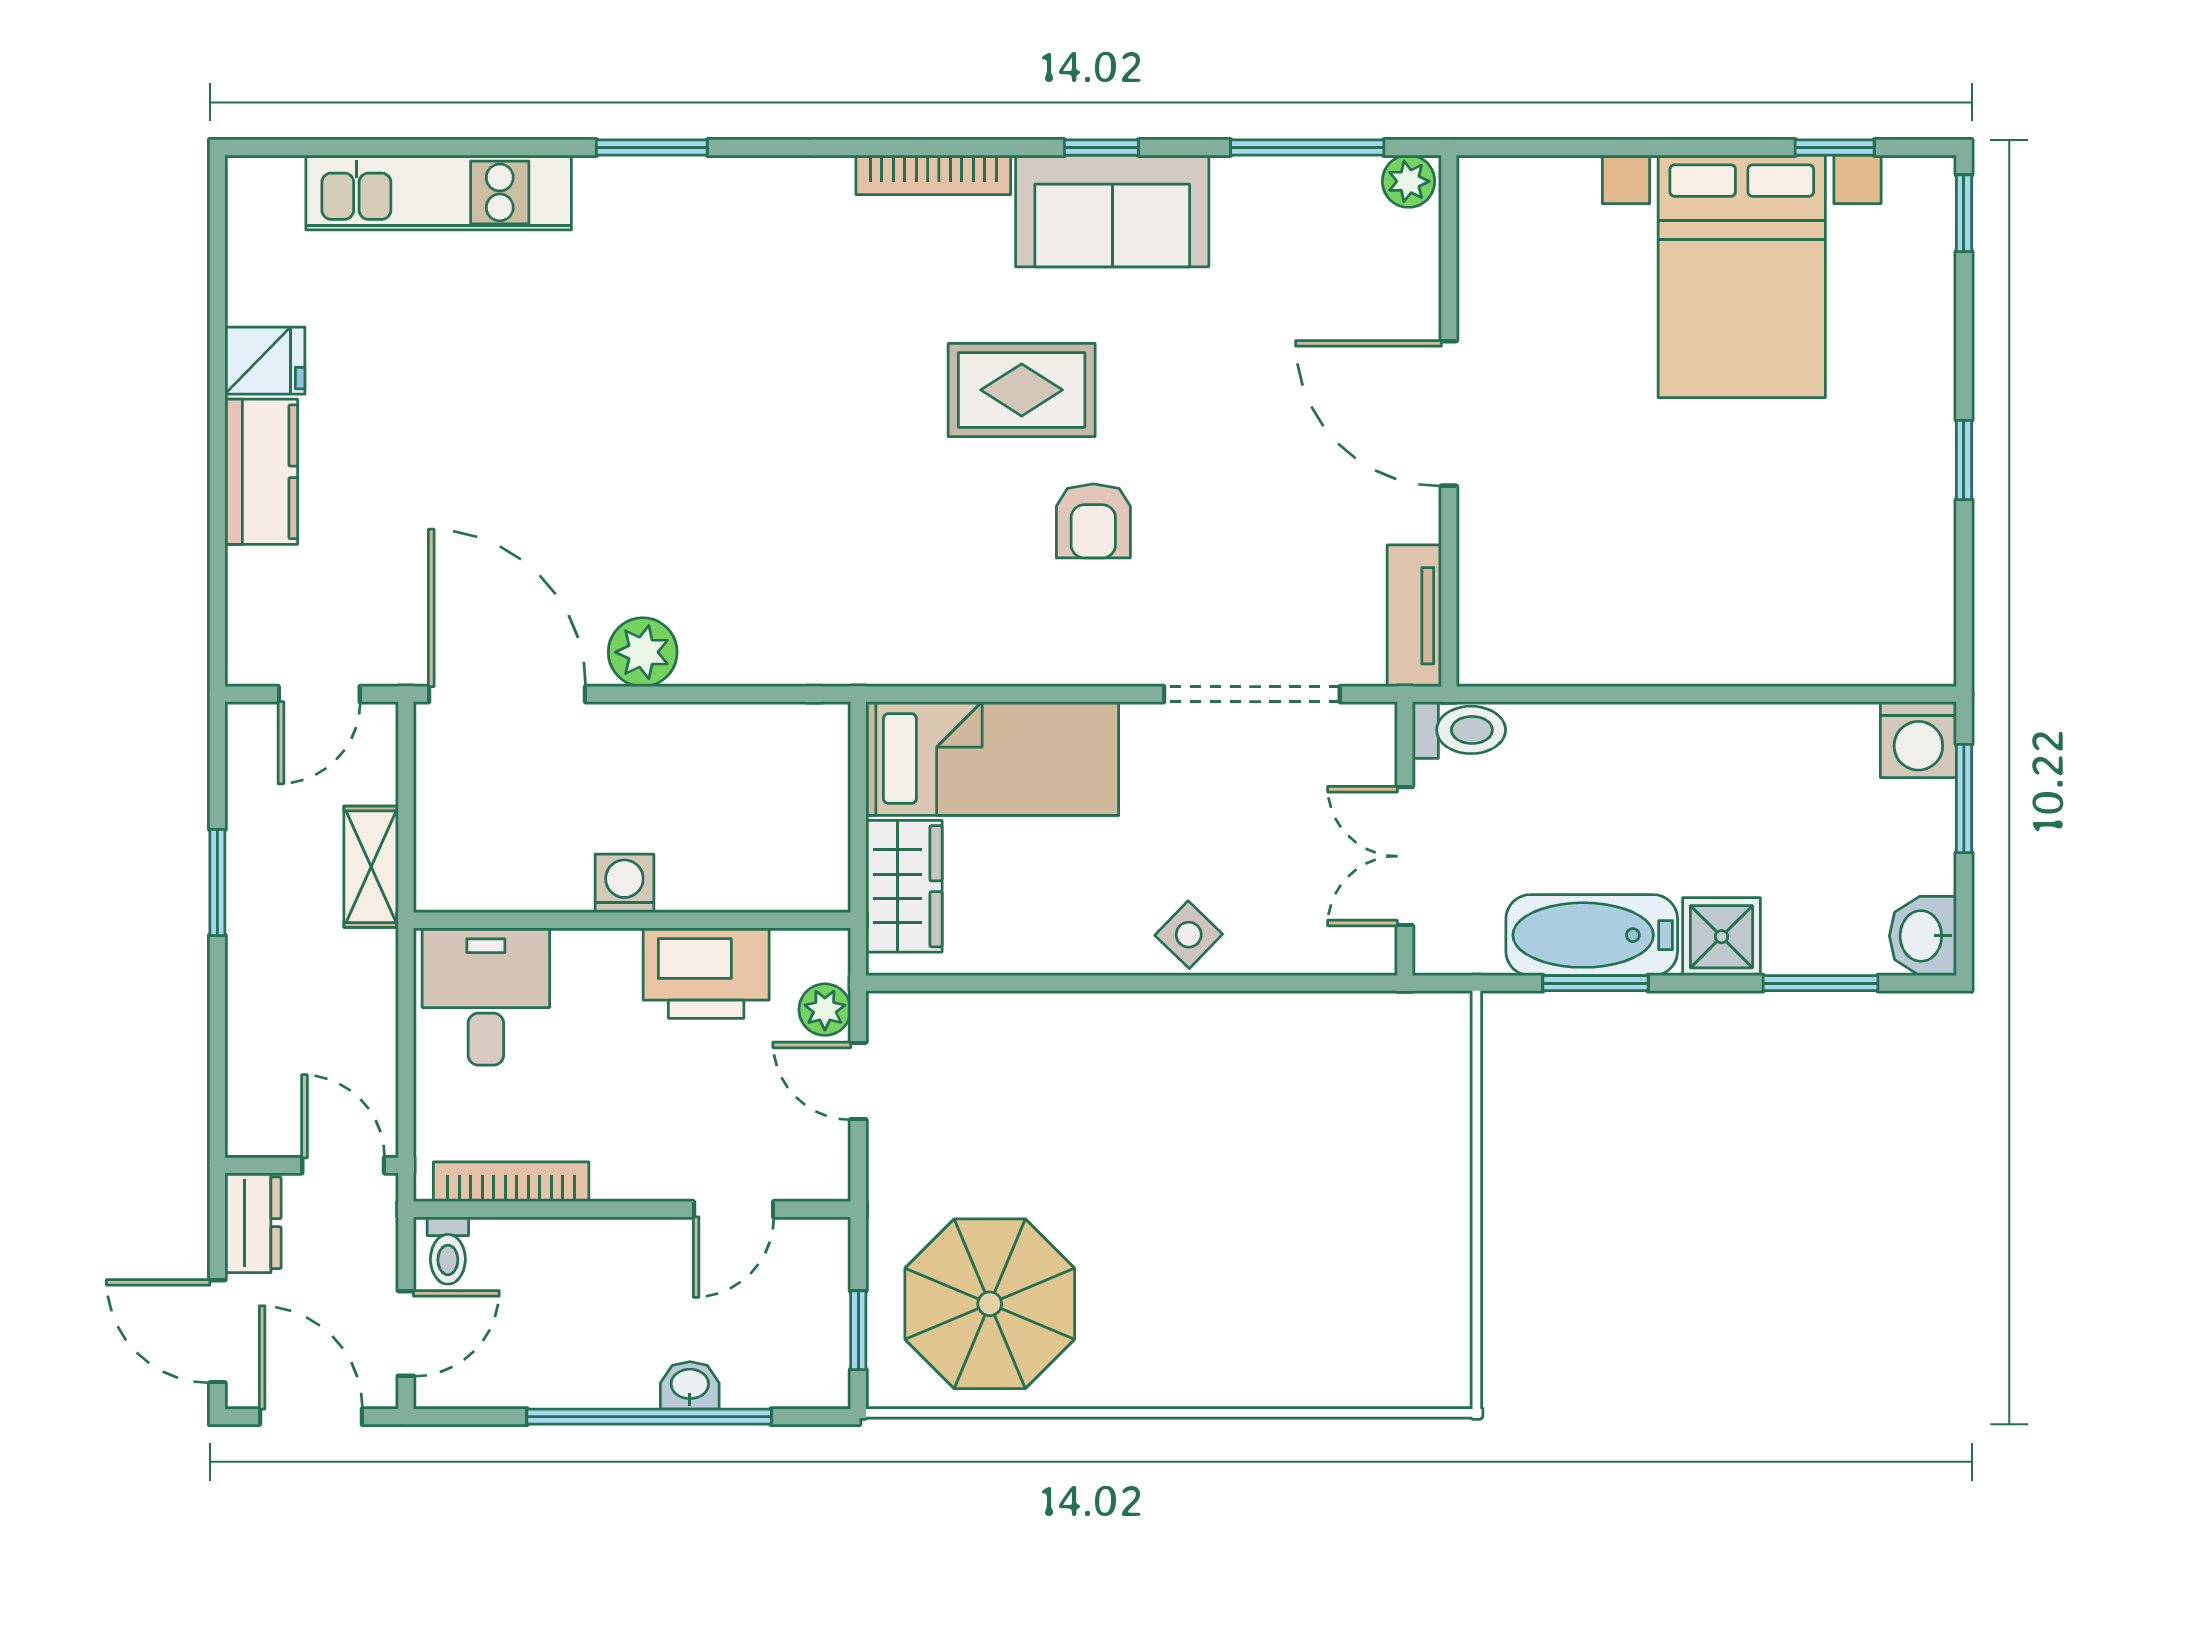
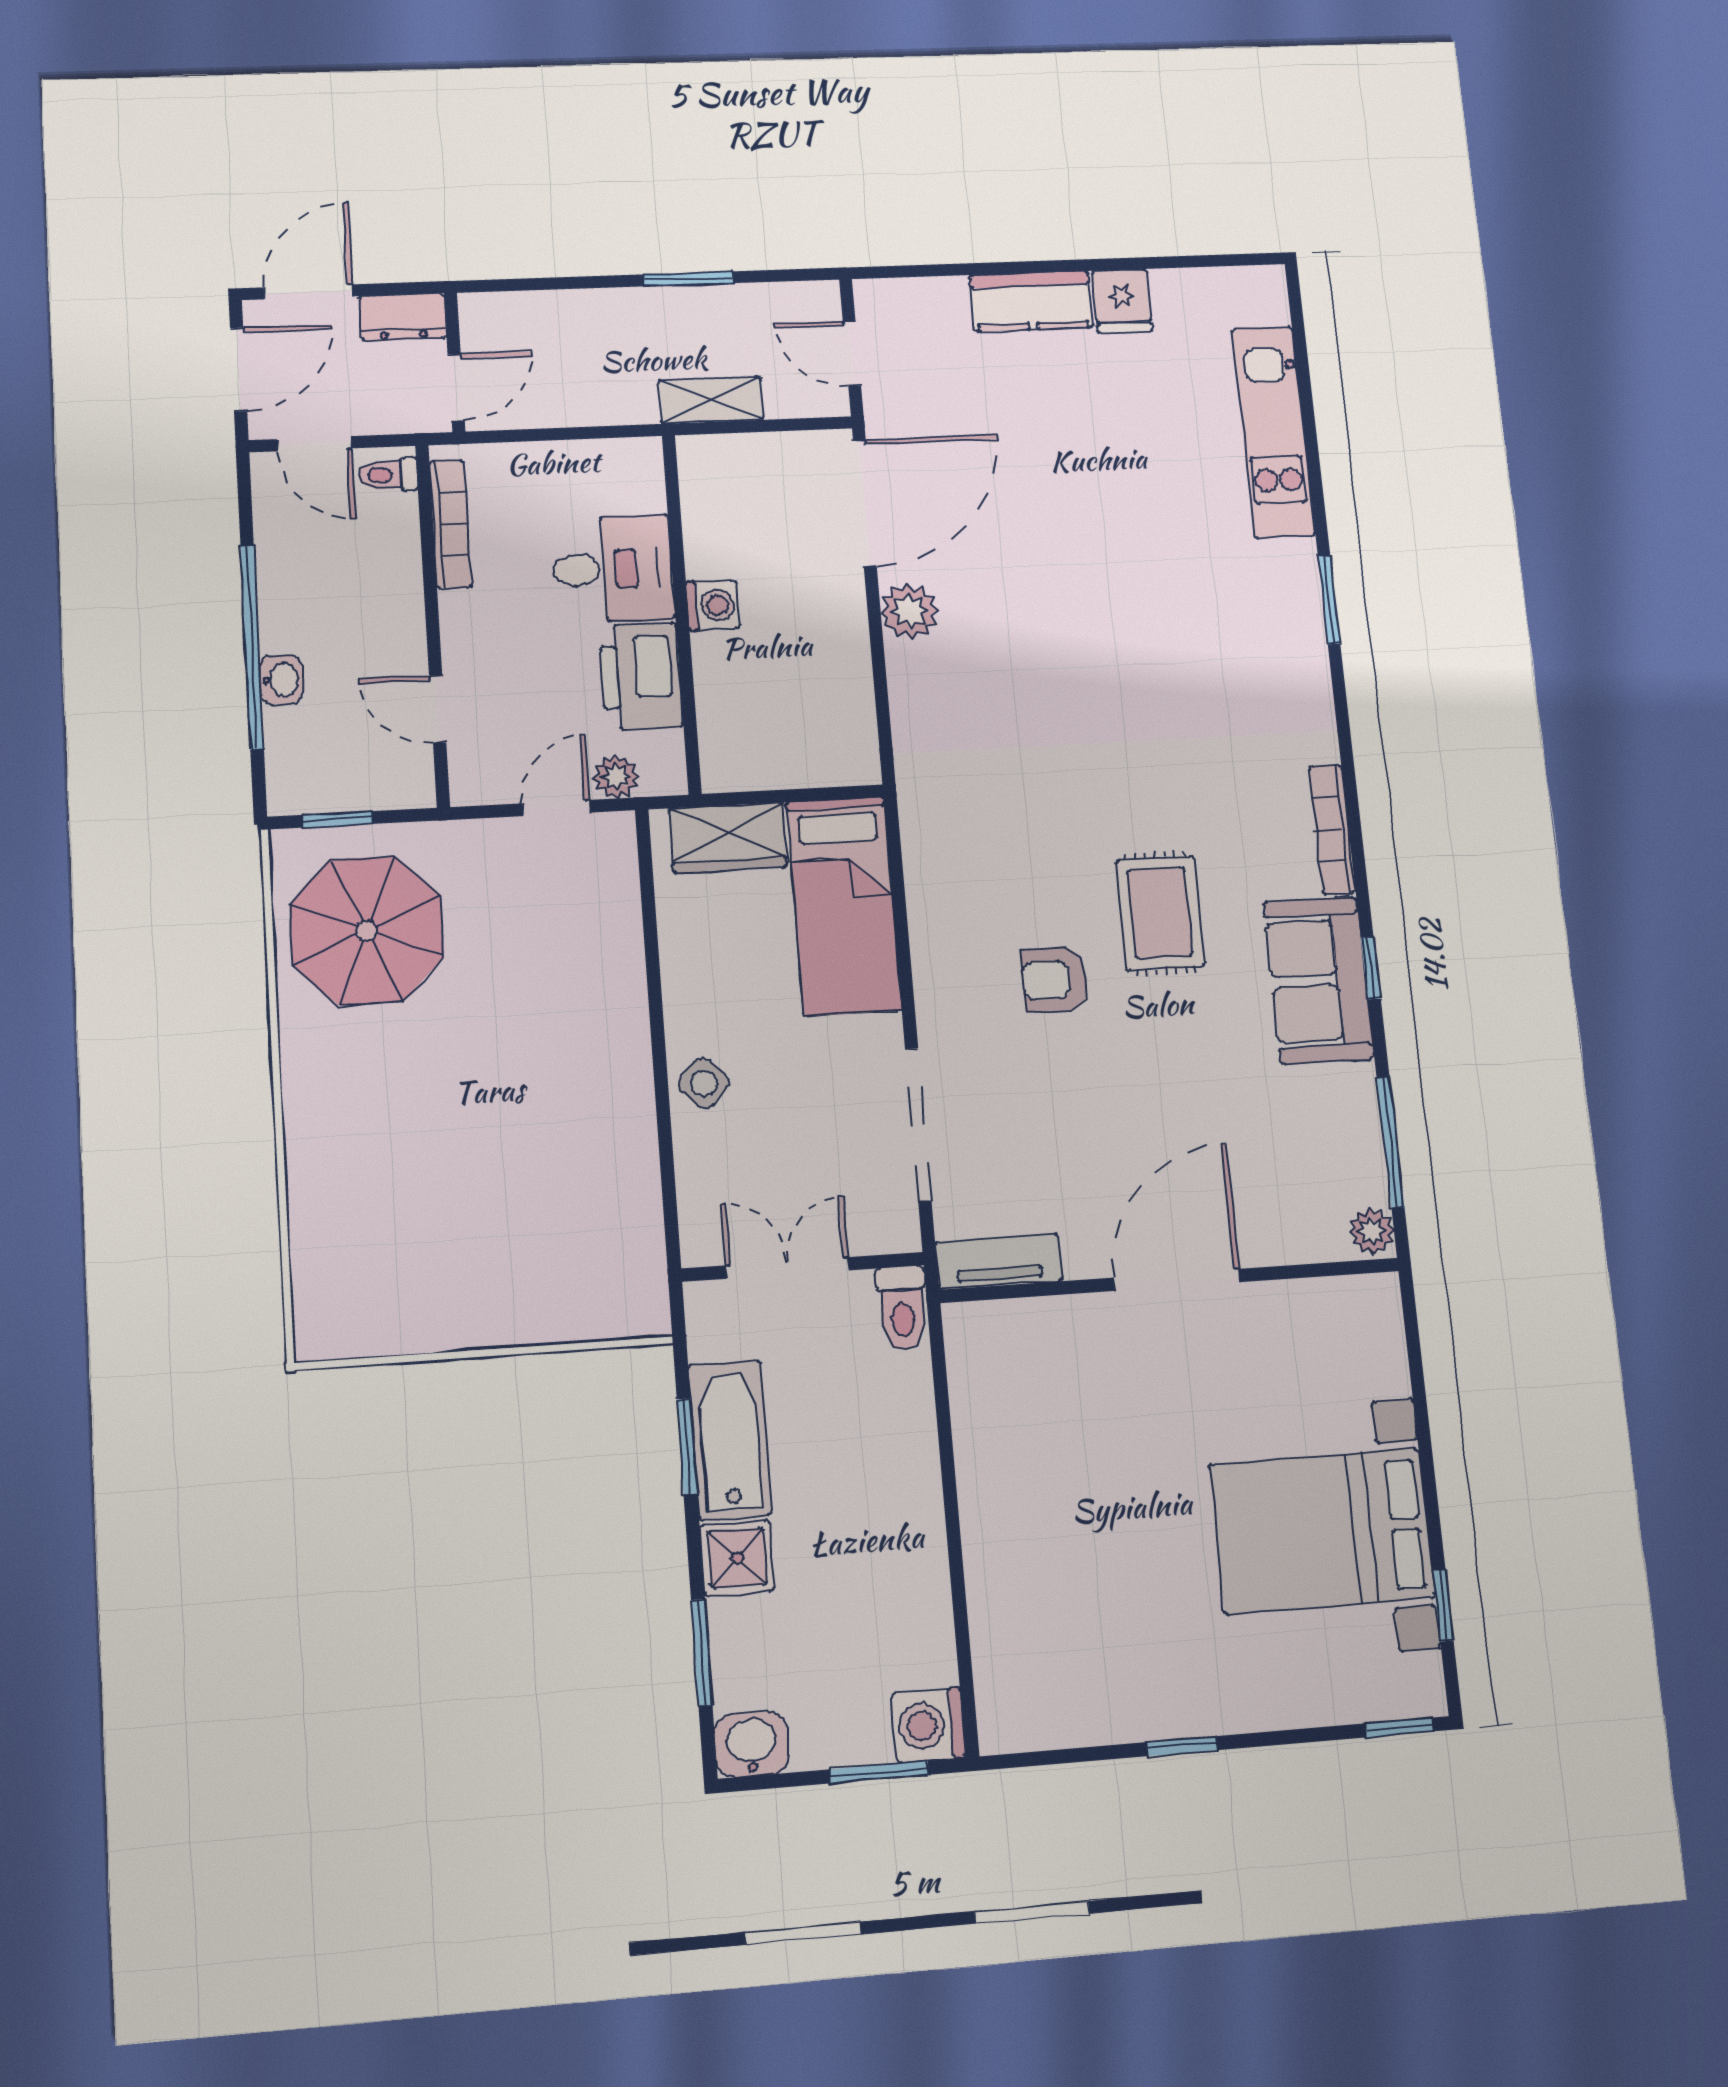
desk: (486, 997) -> (613, 569), moved

